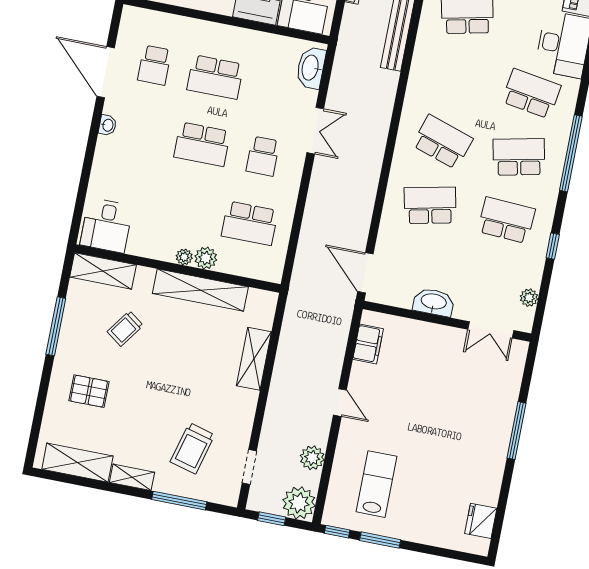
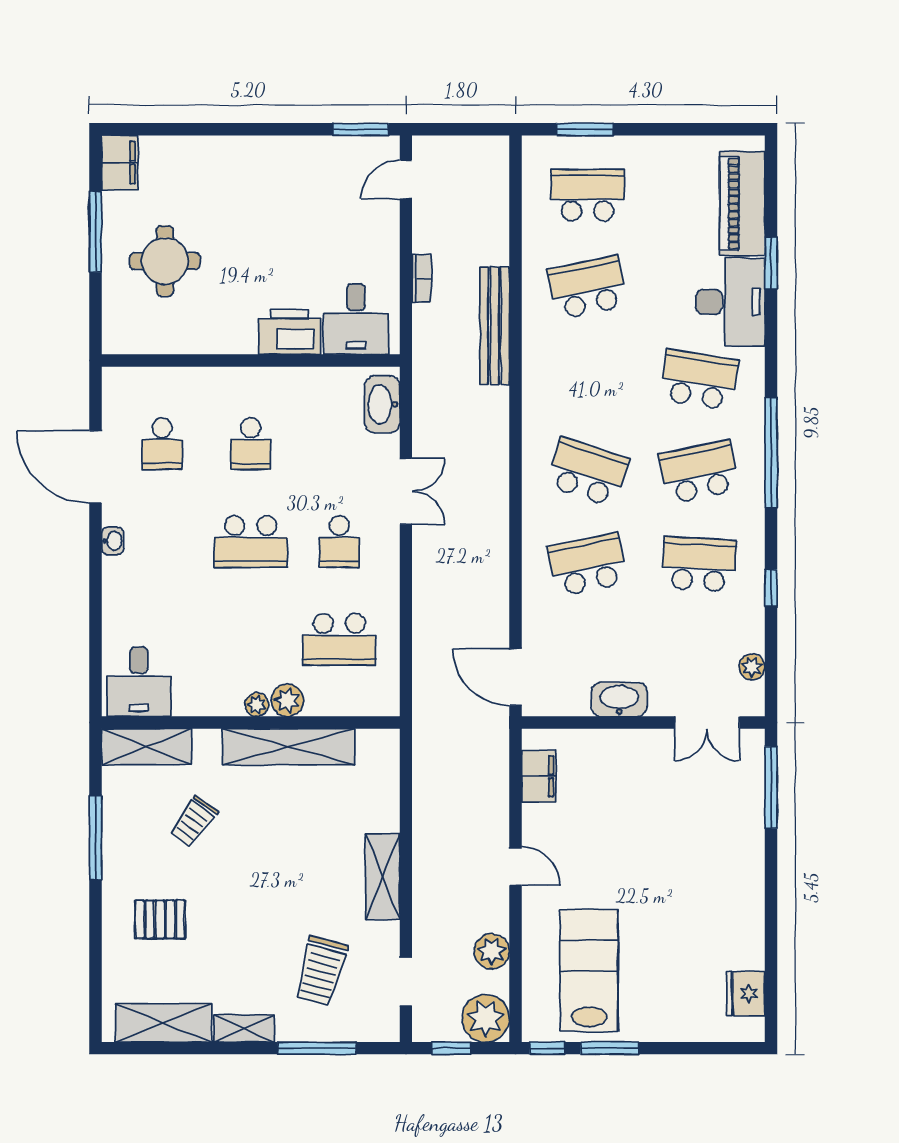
school desk: (215, 77) -> (251, 444), width x0.54
shelving: (254, 359) -> (383, 877), moved
window: (517, 431) -> (771, 787), moved
lab bench: (376, 484) -> (589, 970), width x1.36, depth x1.39

